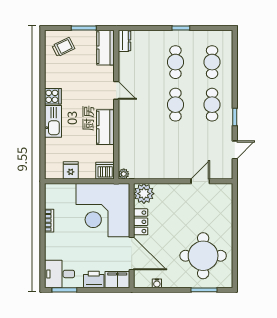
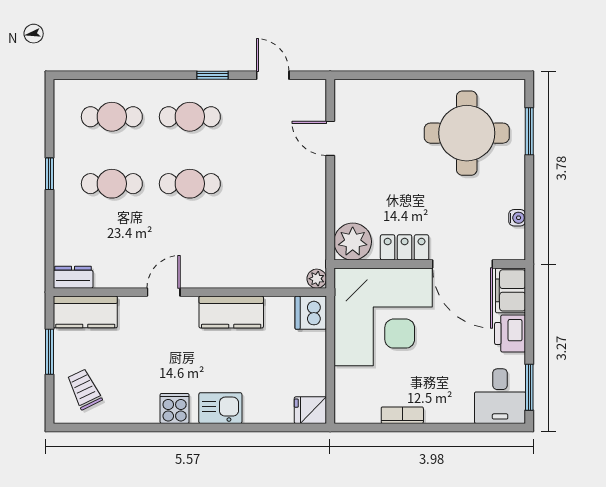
kitchen sink: (53, 121) -> (220, 408), width x0.73
fridge: (71, 170) -> (310, 410), moved
door: (132, 253) -> (463, 264), swing flipped

